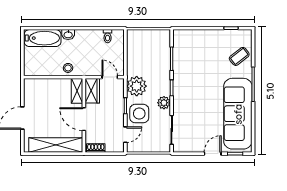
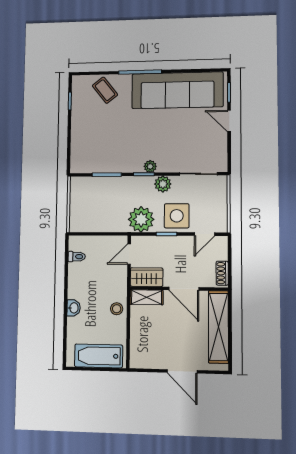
bathtub: (43, 38) -> (99, 356), moved, turned -90
plant: (178, 93) -> (150, 166), added
door: (84, 119) -> (184, 289), hinge flipped
door: (125, 135) -> (204, 234), swing flipped

